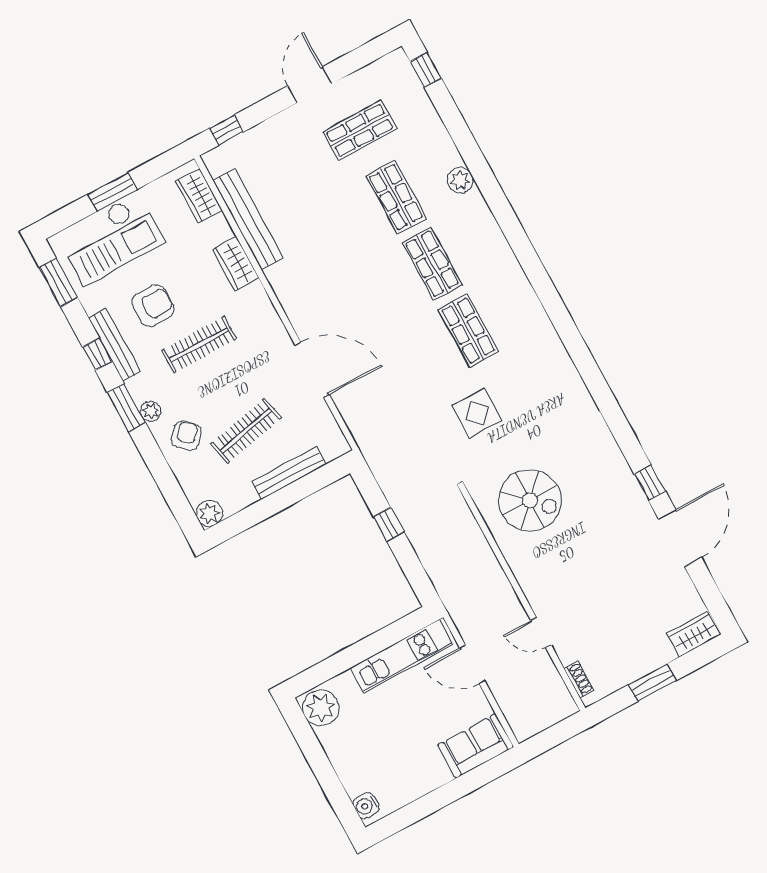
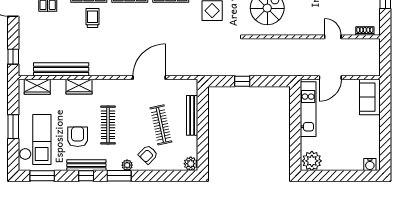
trolley: (359, 225) -> (92, 18), added
armchair: (186, 436) -> (148, 155), turned -86
door: (541, 633) -> (333, 37), swing flipped

